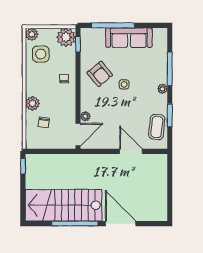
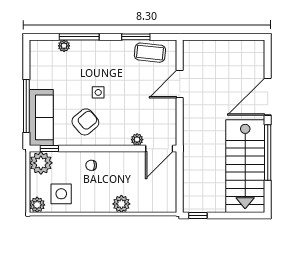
sofa: (129, 38) -> (41, 117), moved
plant: (162, 89) -> (64, 46), moved
chair: (44, 122) -> (145, 190), removed
door: (78, 134) -> (159, 149), swing flipped

